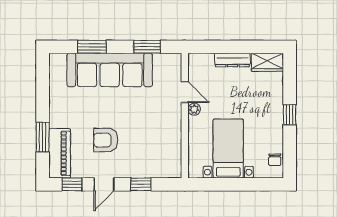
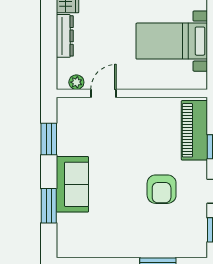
sofa: (110, 70) -> (72, 184), width x0.54, depth x0.79
plant: (194, 109) -> (76, 82), moved
piano: (60, 153) -> (194, 130), moved, turned -90

